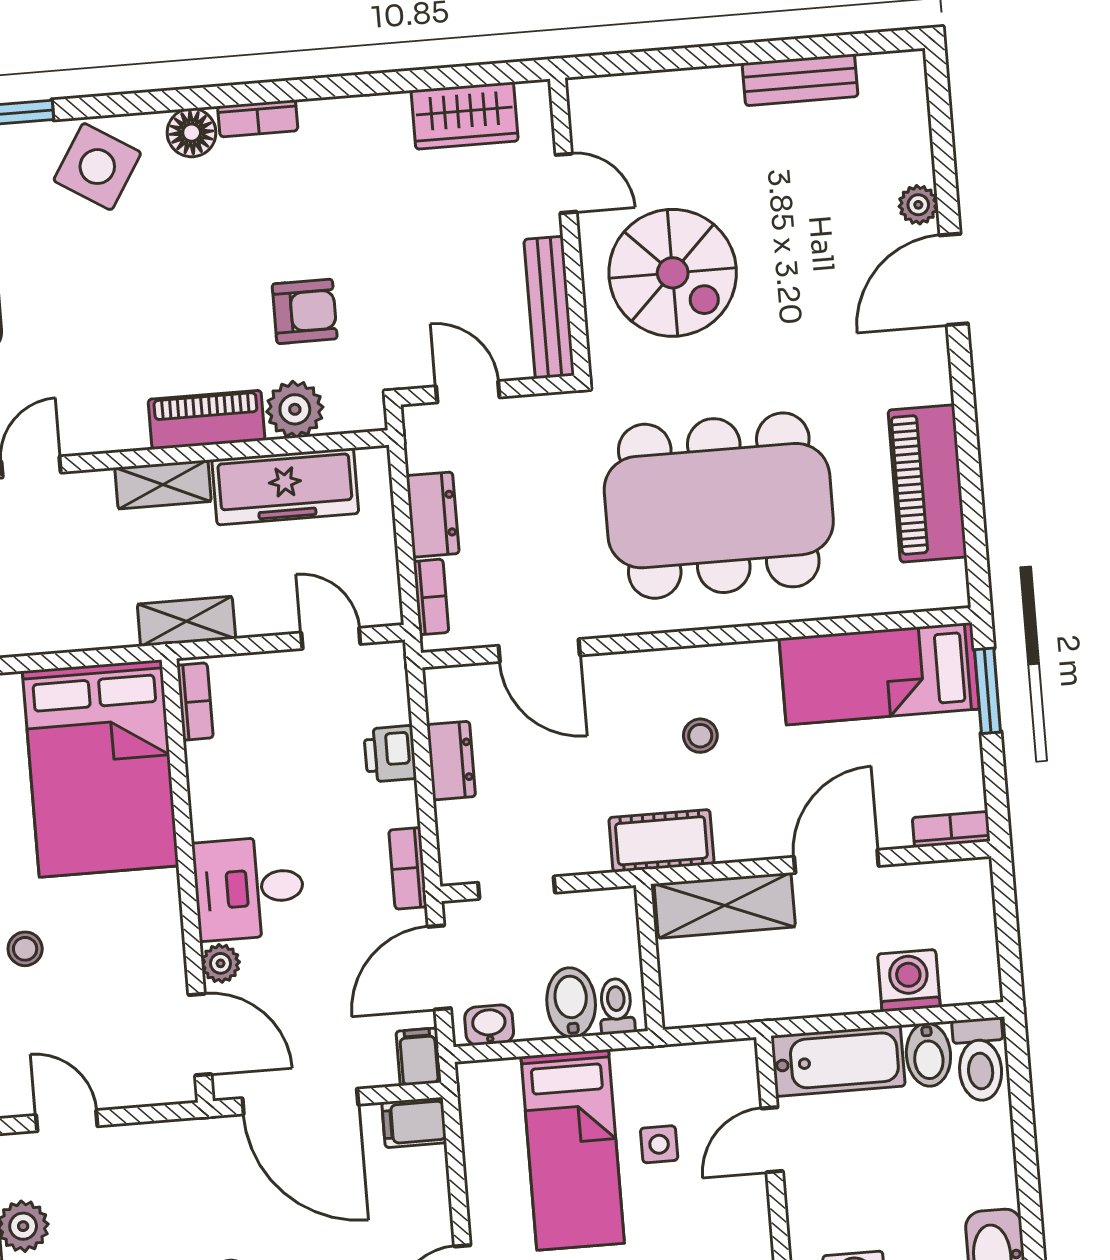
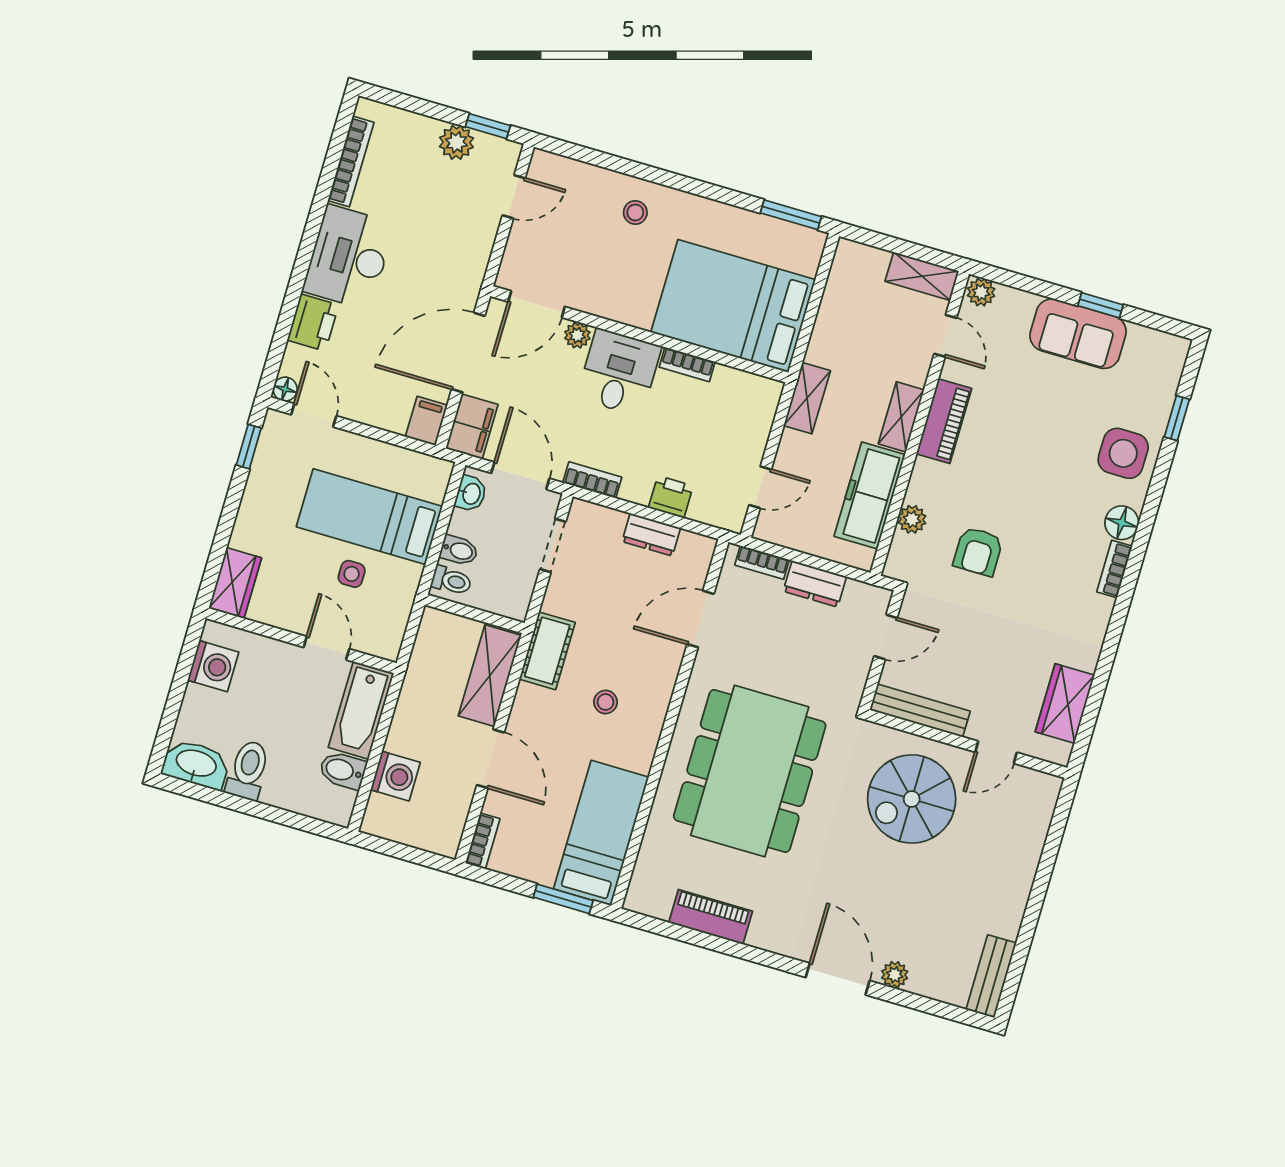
bench: (800, 80) -> (991, 976), moved
side table: (97, 167) -> (1123, 453), turned -32
plant: (295, 409) -> (912, 519), width x0.73, depth x0.73
piano: (207, 420) -> (944, 421), moved
piano: (927, 483) -> (711, 917), width x0.73, depth x0.75
bookcase: (195, 702) -> (687, 364), moved
bidet: (571, 1002) -> (459, 550), width x0.72, depth x0.74
filing cabinet: (419, 1057) -> (472, 427), width x2.00
toilet: (980, 1060) -> (248, 770), moved, turned 90

